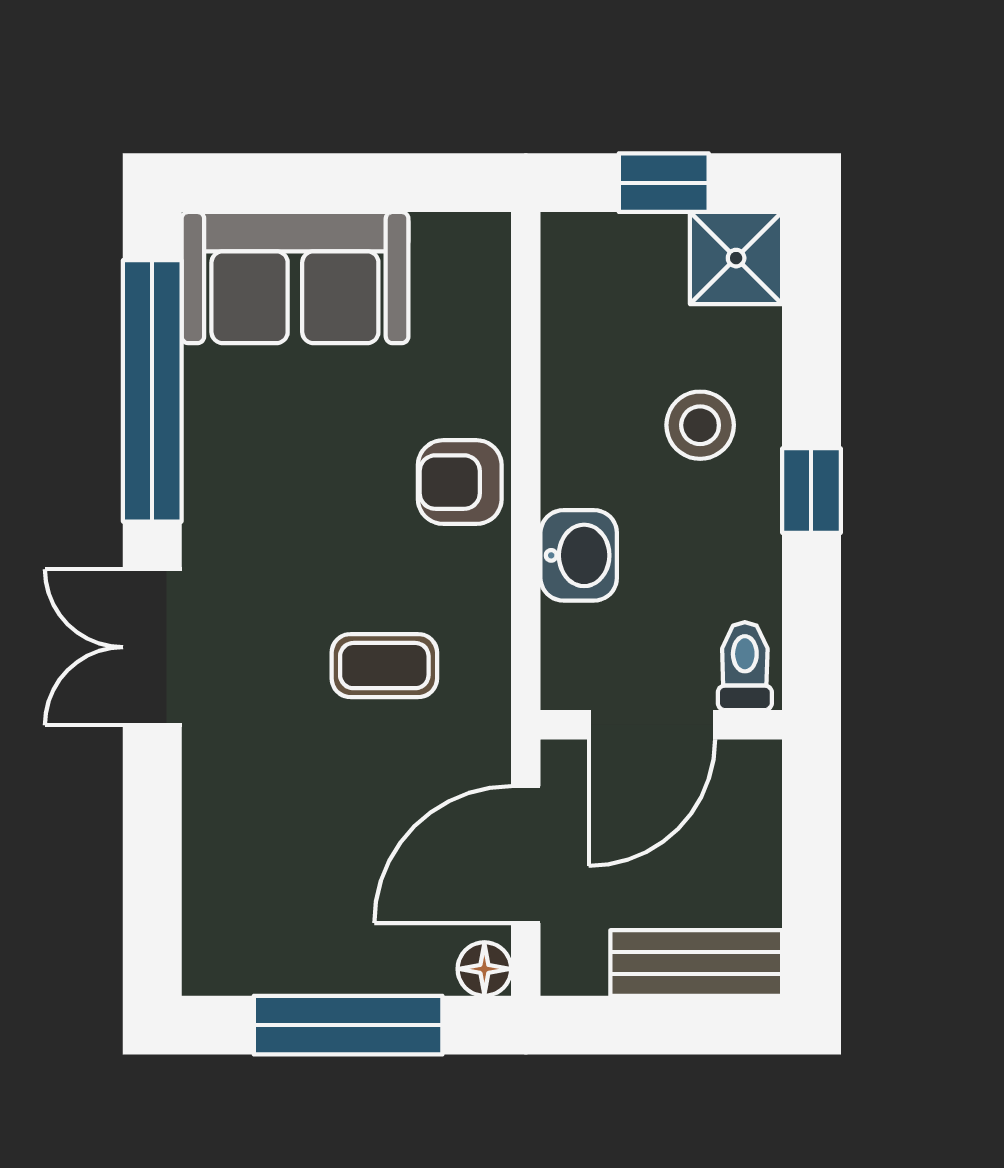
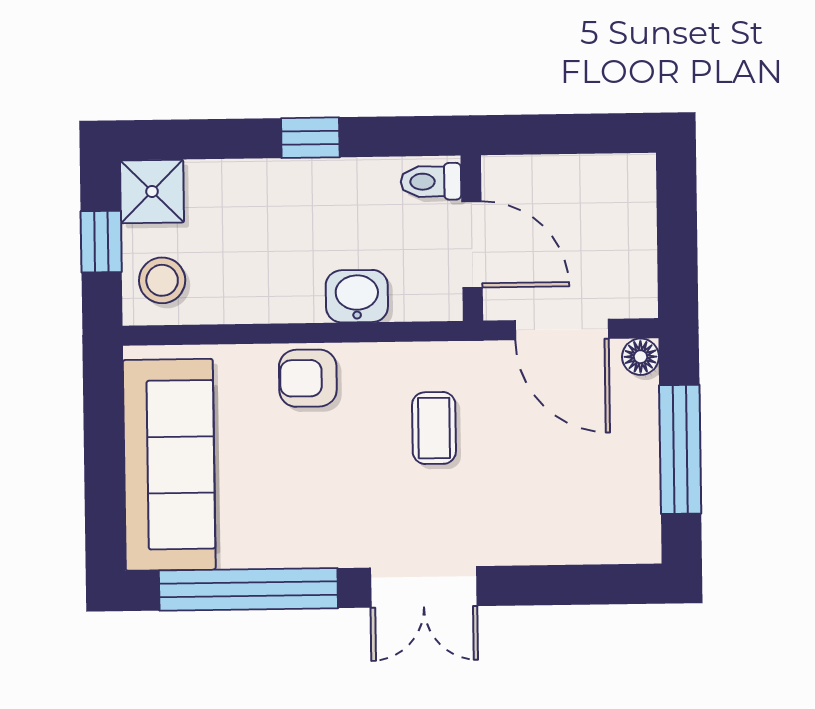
sofa: (295, 278) -> (169, 465), width x1.36
stool: (700, 425) -> (162, 280), moved
armchair: (460, 482) -> (308, 378), turned 90
bench: (696, 963) -> (634, 212), removed

